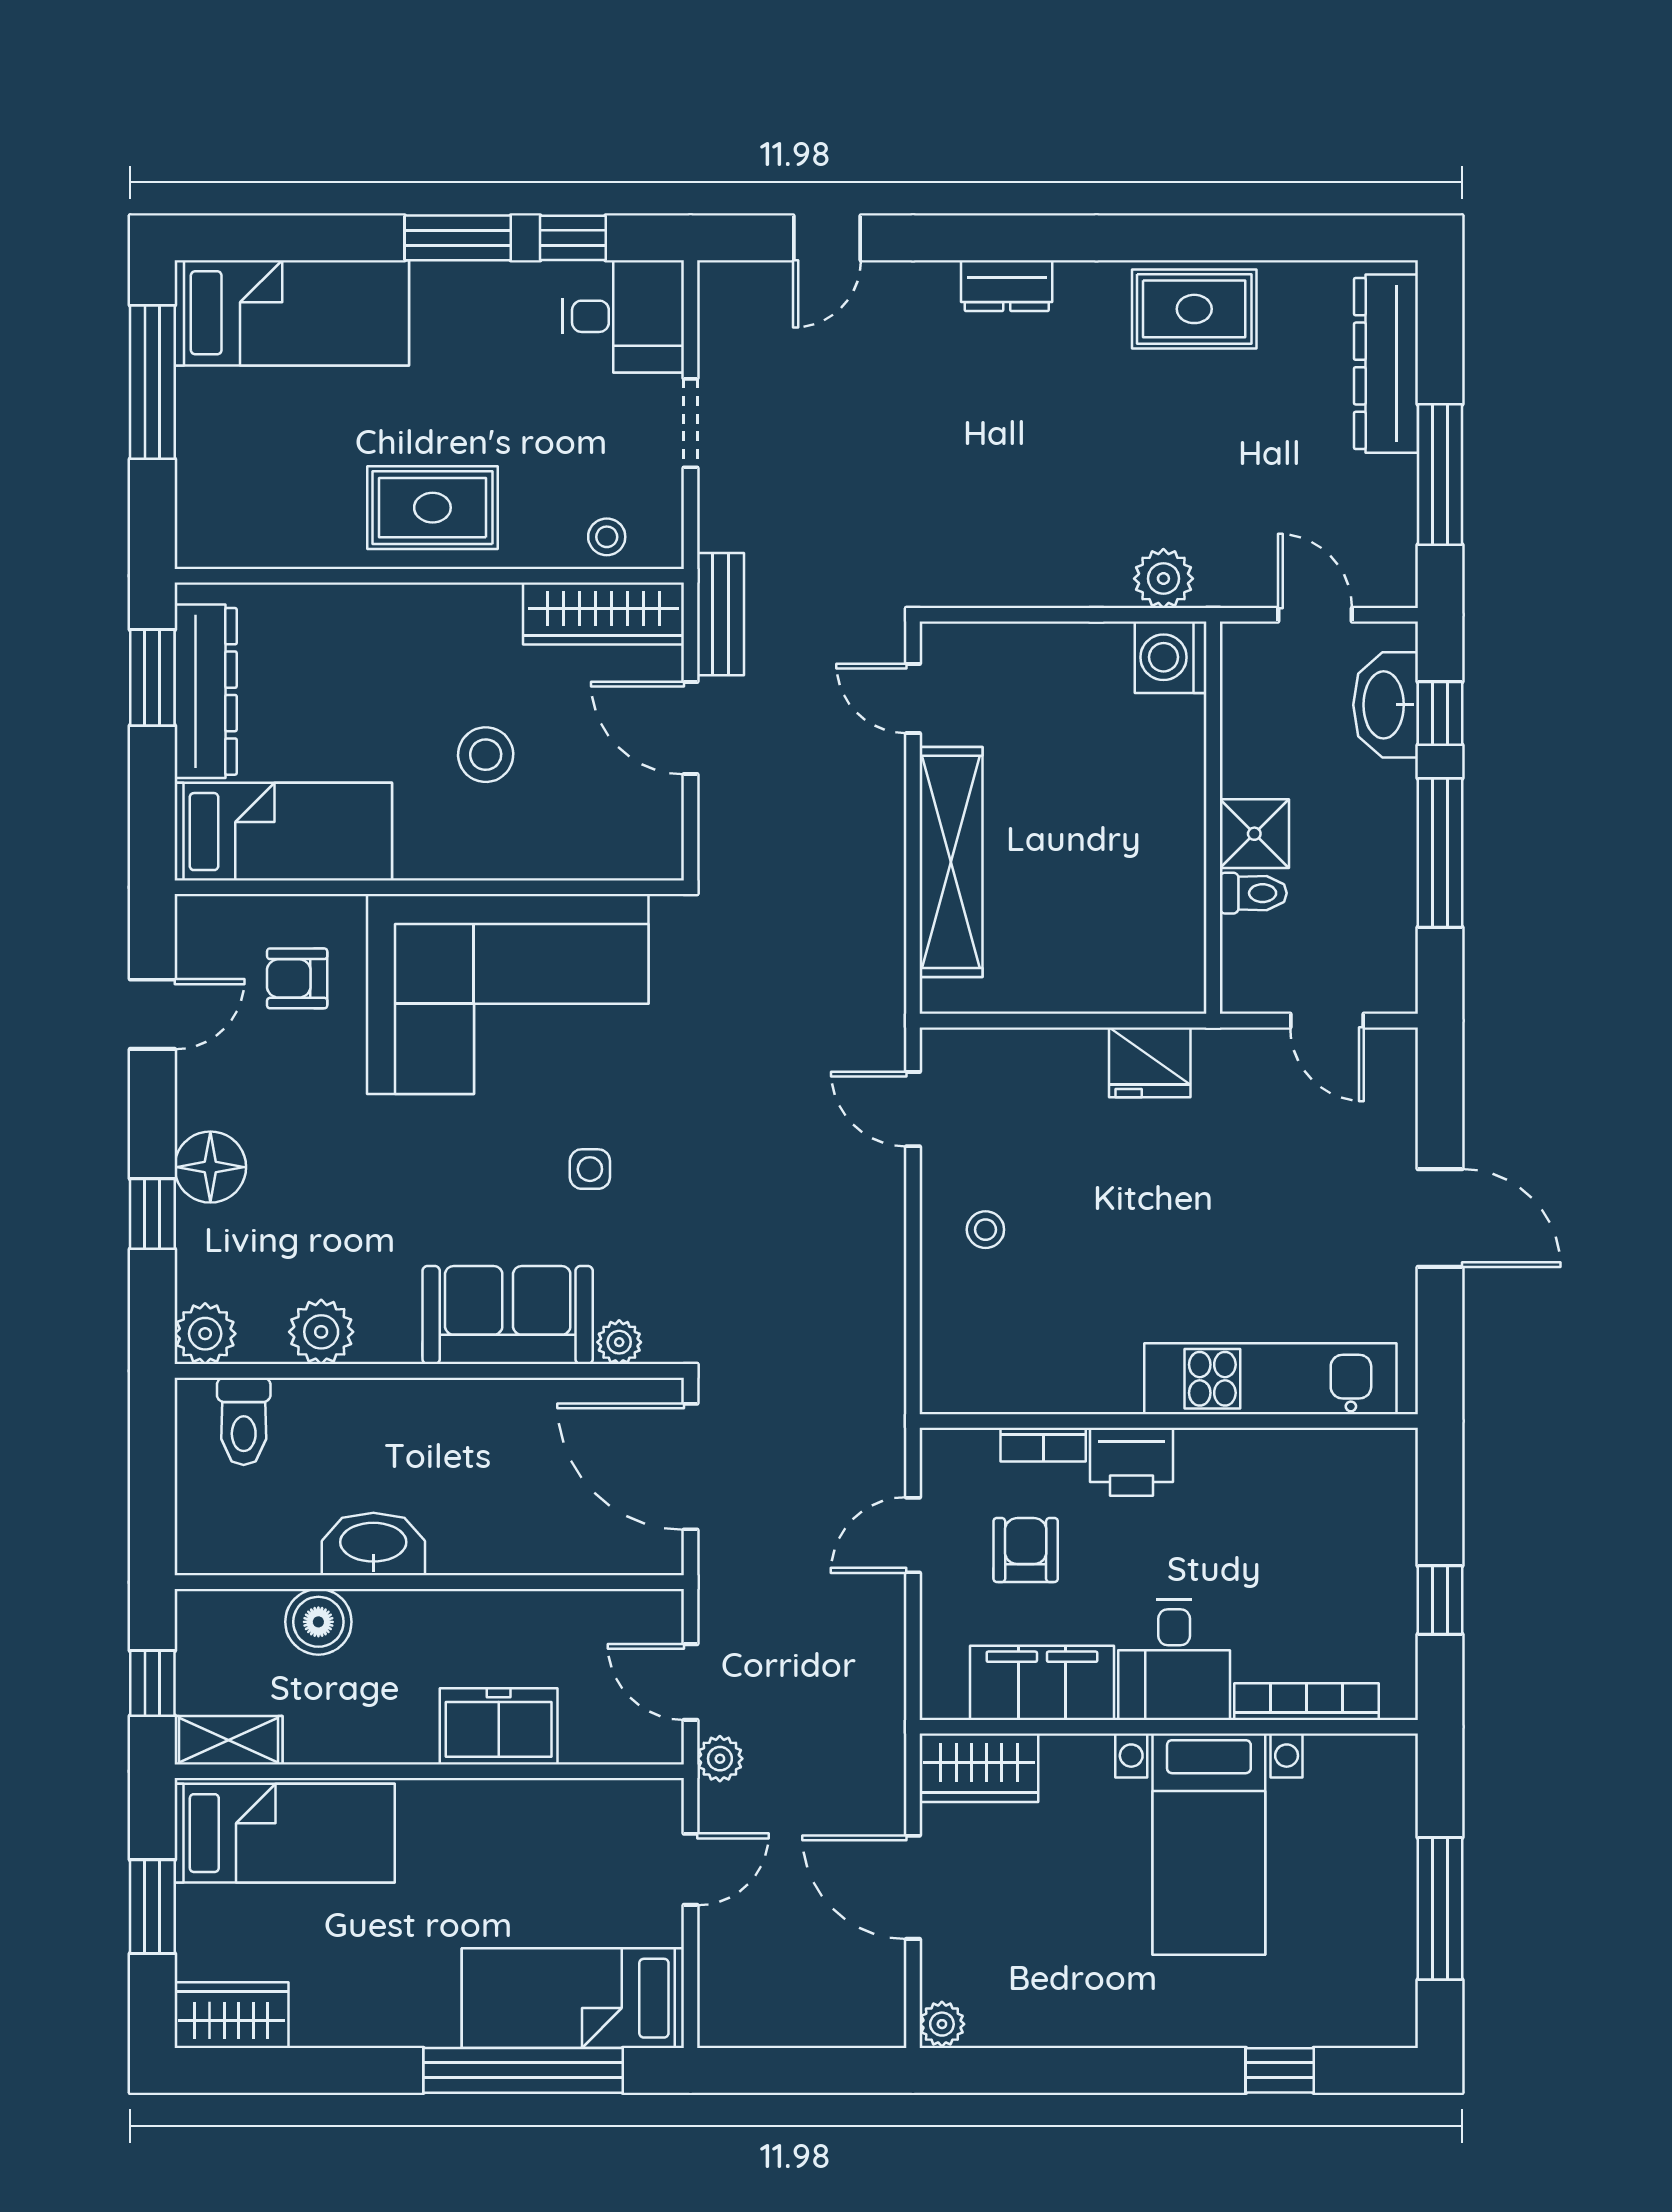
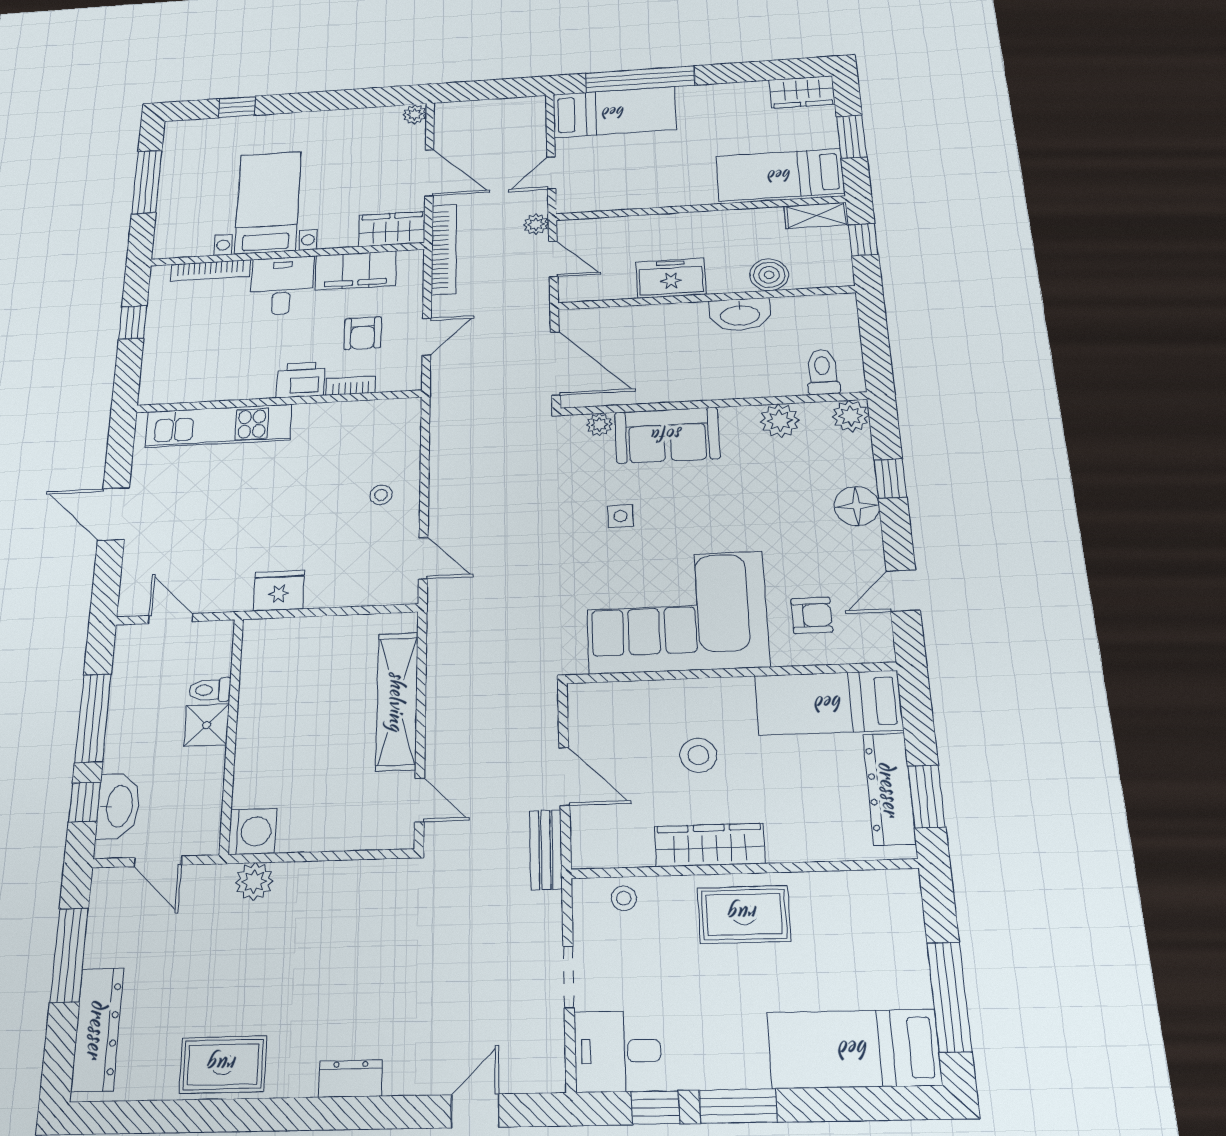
wardrobe: (603, 614) -> (710, 845), moved
bookcase: (884, 1717) -> (444, 249), added
freezer: (499, 1726) -> (671, 278), moved, turned 180

